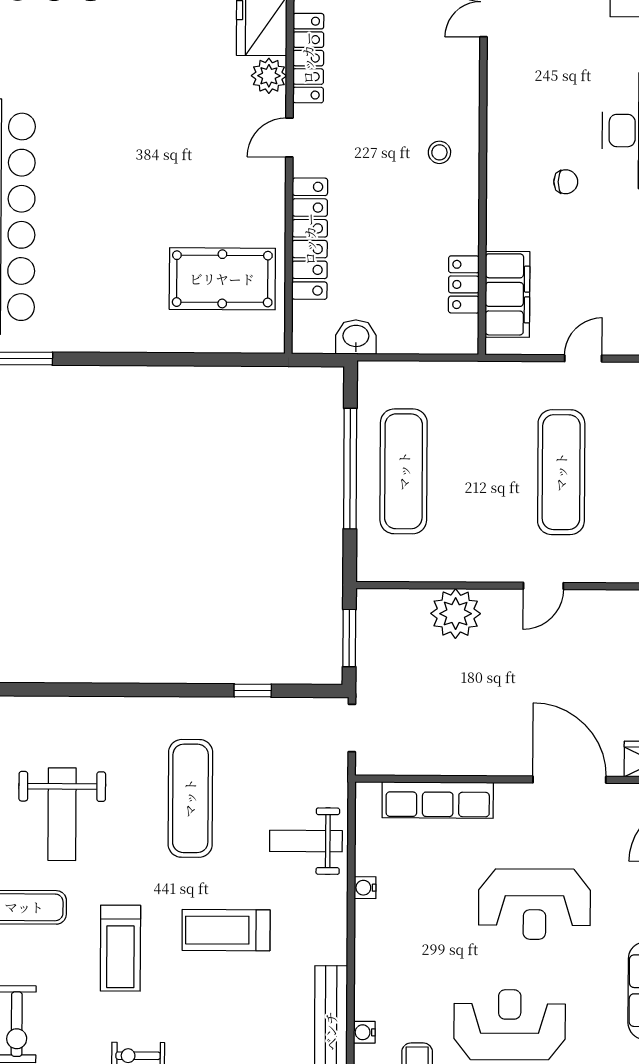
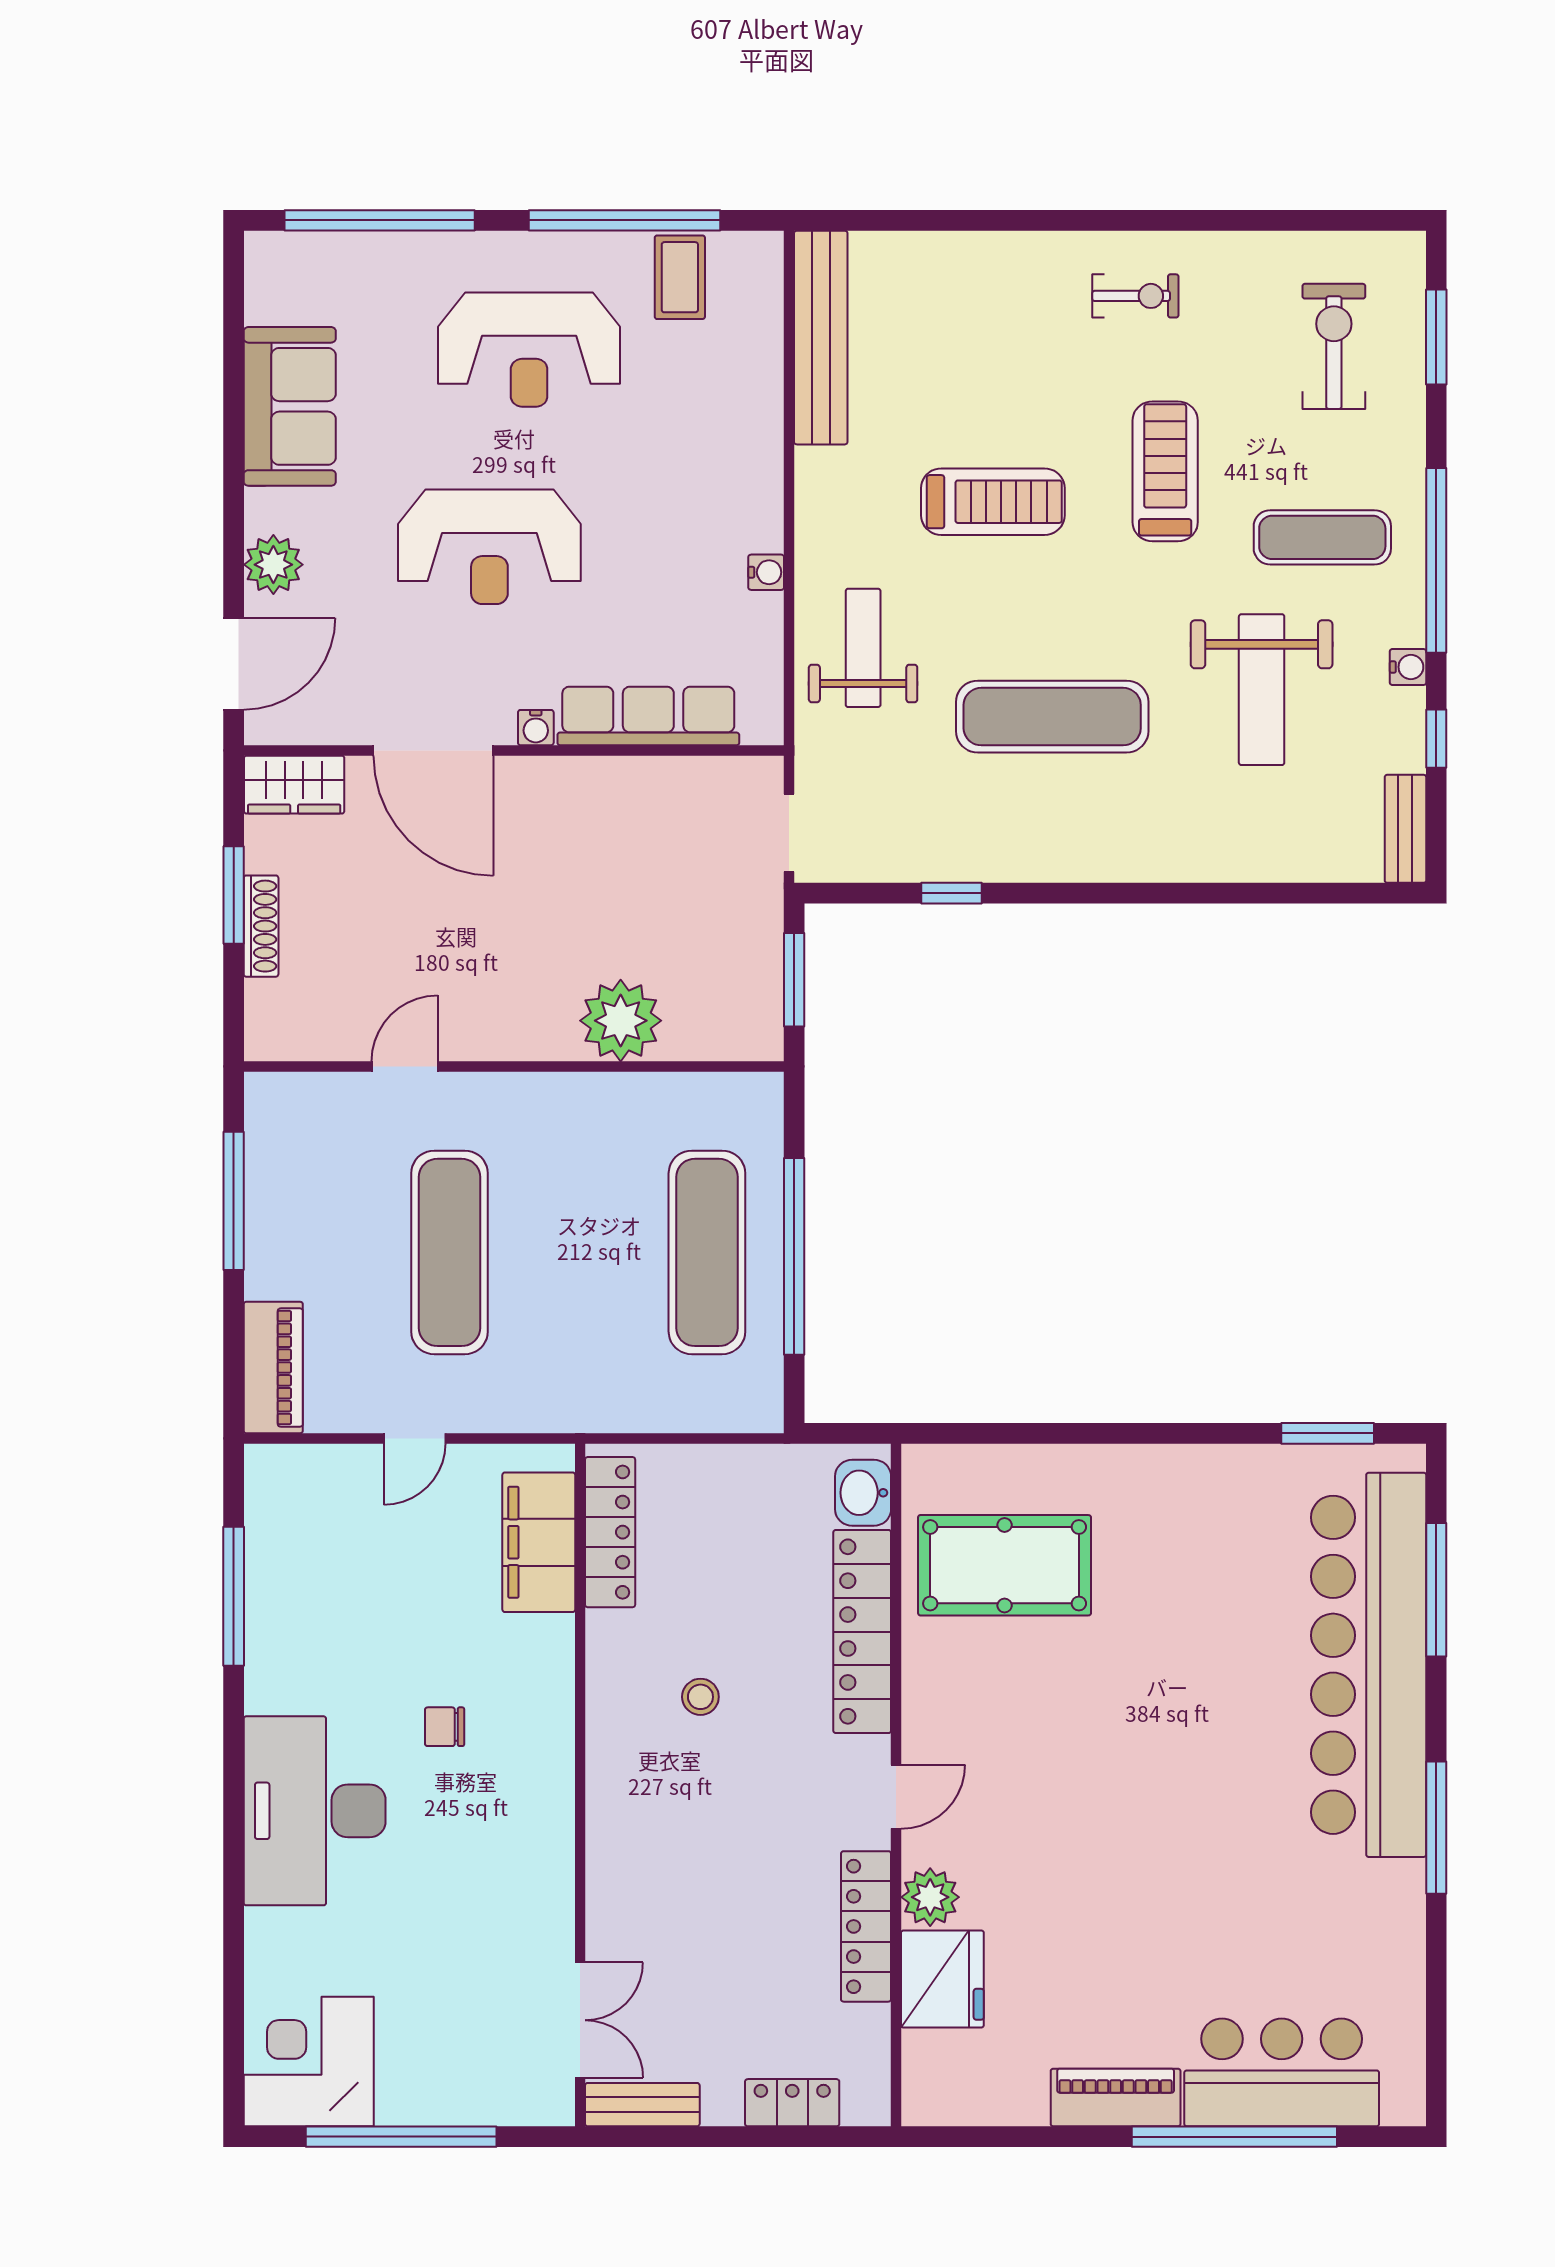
stool: (439, 152) -> (700, 1697), moved
locker: (464, 284) -> (610, 1532), width x1.53
washbasin: (356, 337) -> (863, 1493), moved, turned 90
door: (543, 586) -> (405, 1066), moved
exercise mat: (190, 798) -> (1052, 717), turned 90
weight bench: (62, 814) -> (1262, 690), turned 180
weight bench: (306, 841) -> (863, 648), turned -90
reception desk: (534, 904) -> (489, 547), turned 180
water cooler: (364, 1032) -> (536, 728), moved, turned 90

